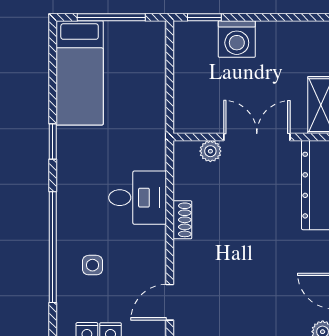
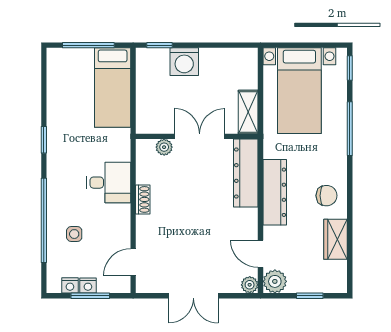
bed: (80, 73) -> (113, 87), moved

